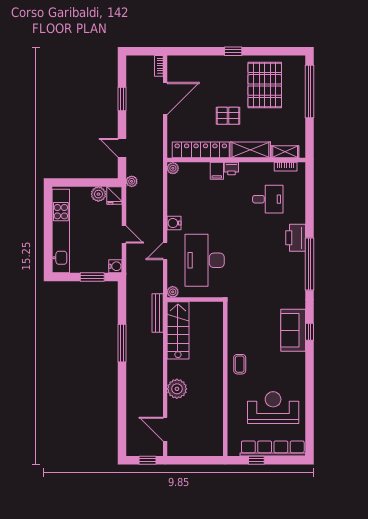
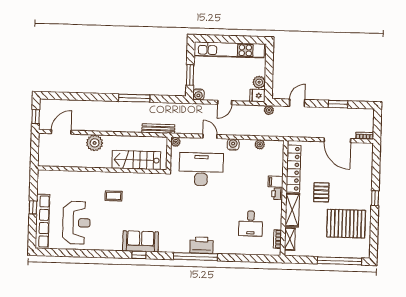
plant: (173, 168) -> (260, 144), moved
printer: (296, 238) -> (201, 245), moved
stairs: (178, 330) -> (136, 160), moved, turned 180
wall: (225, 379) -> (102, 170), moved

